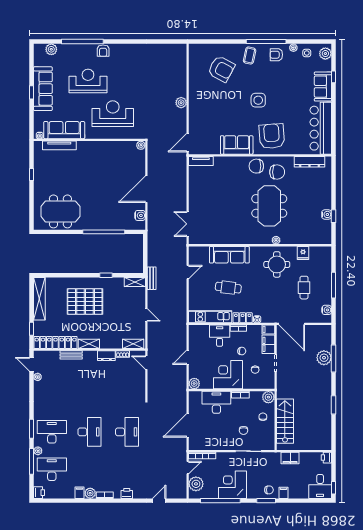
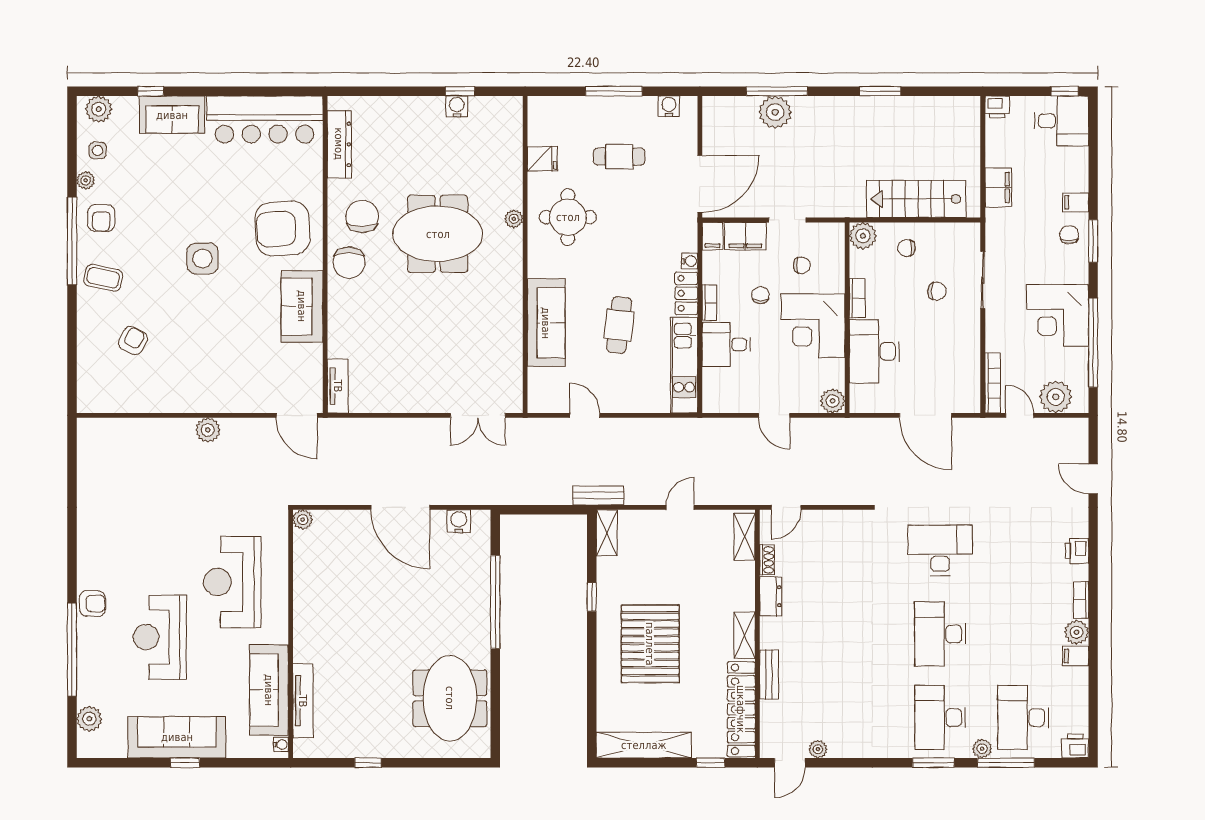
armchair: (221, 69) -> (133, 341), width x0.53, depth x0.53
desk: (89, 432) -> (940, 634), turned -90

